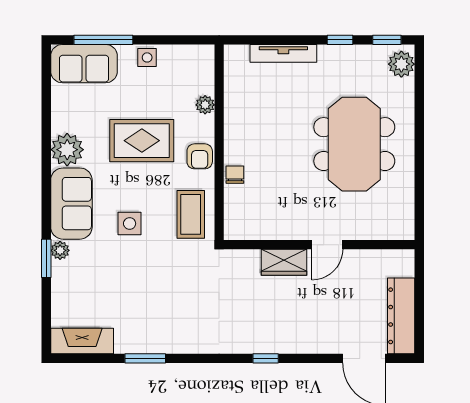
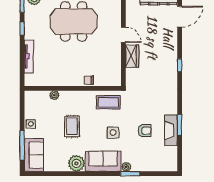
rug: (142, 141) -> (72, 126), width x0.73, depth x0.70
armchair: (200, 156) -> (145, 131), moved
fireplace: (82, 341) -> (171, 130), moved

